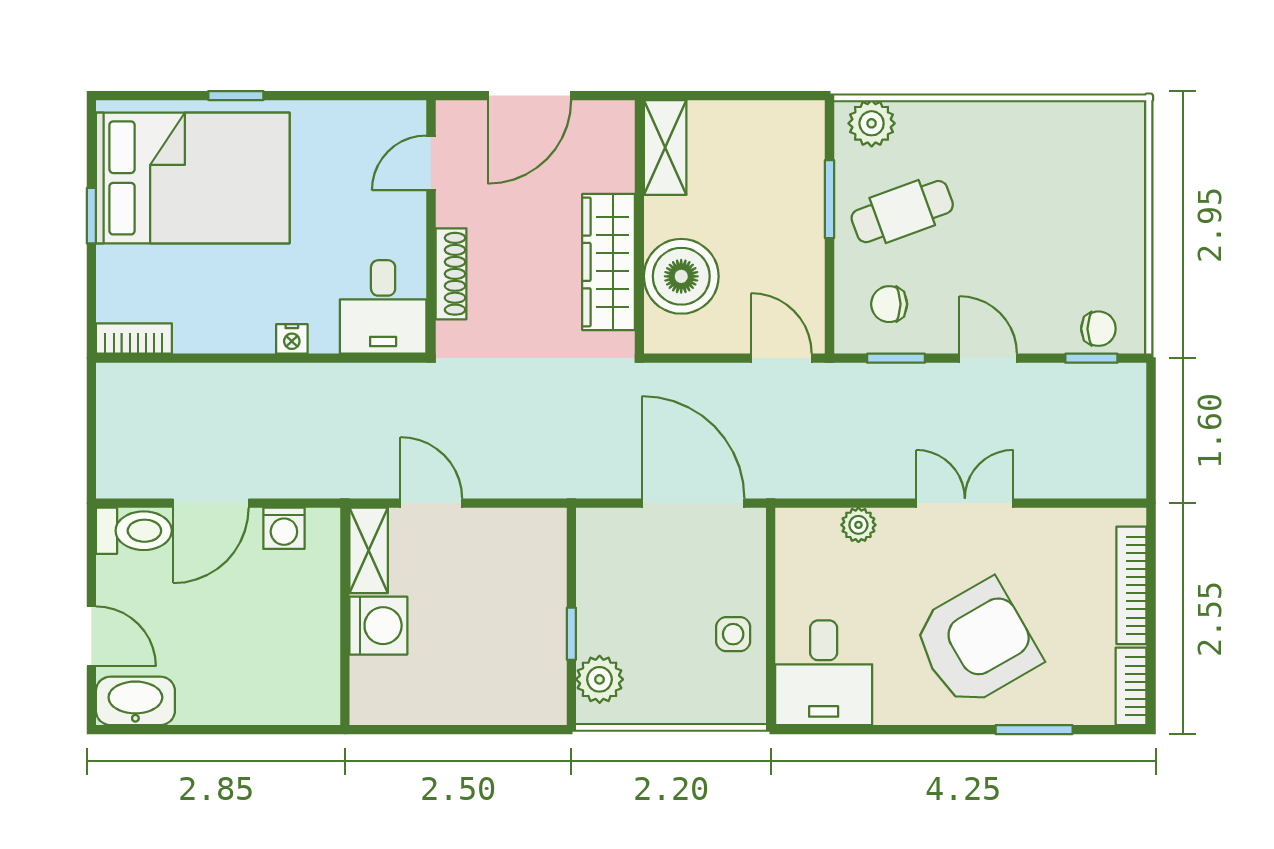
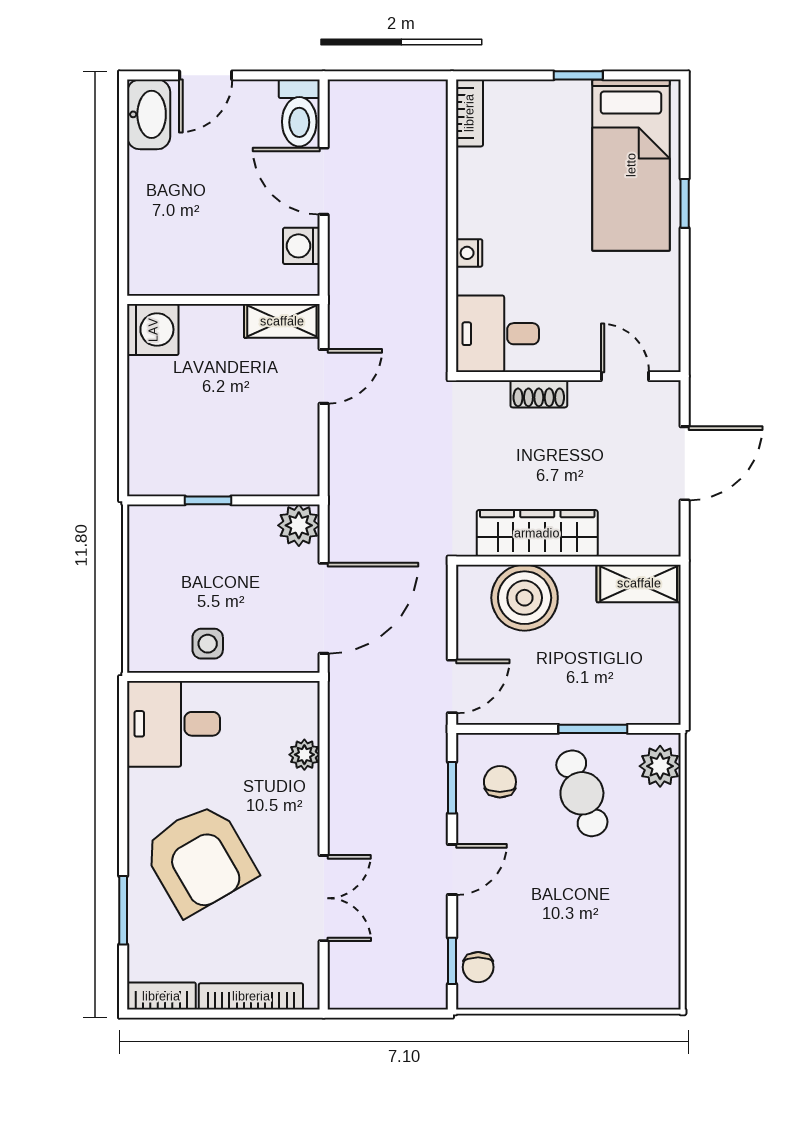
door: (529, 96) -> (685, 463), swing flipped
bed: (193, 178) -> (631, 165), width x0.67
shoe rack: (451, 274) -> (539, 394), width x0.70
double door: (965, 503) -> (324, 898), moved
washing machine: (378, 626) -> (153, 330), moved, turned -90
plant: (600, 679) -> (299, 525), moved

